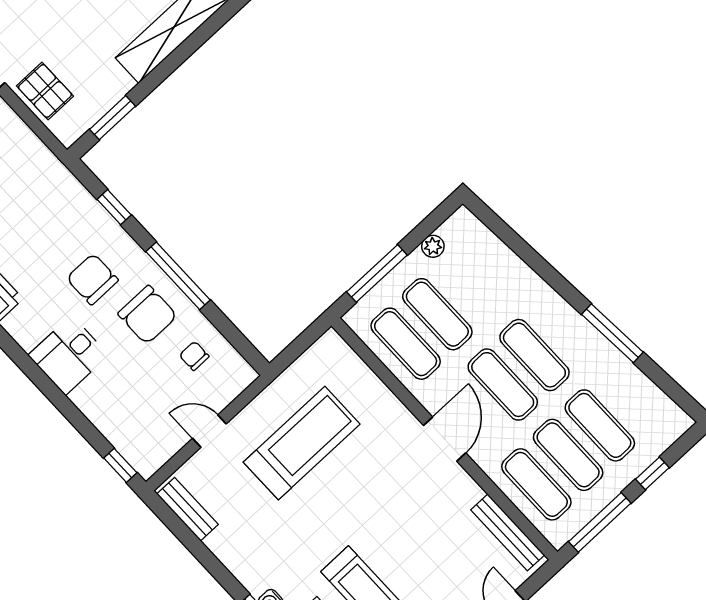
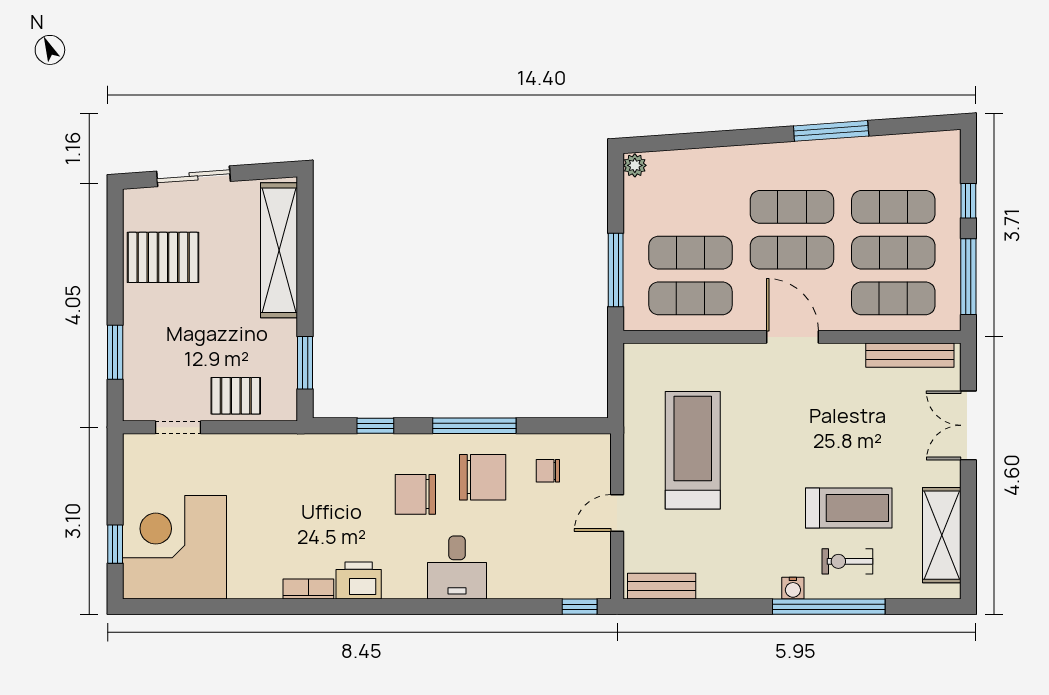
plant: (433, 246) -> (635, 165), moved

